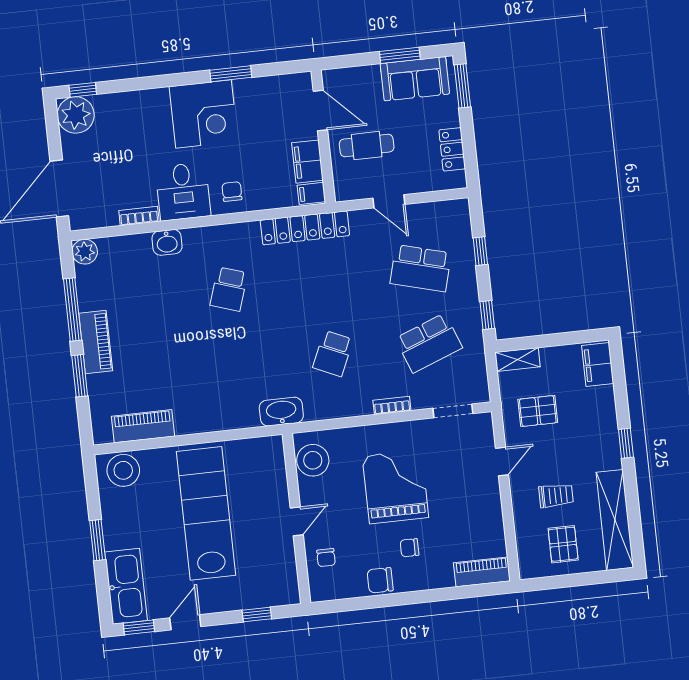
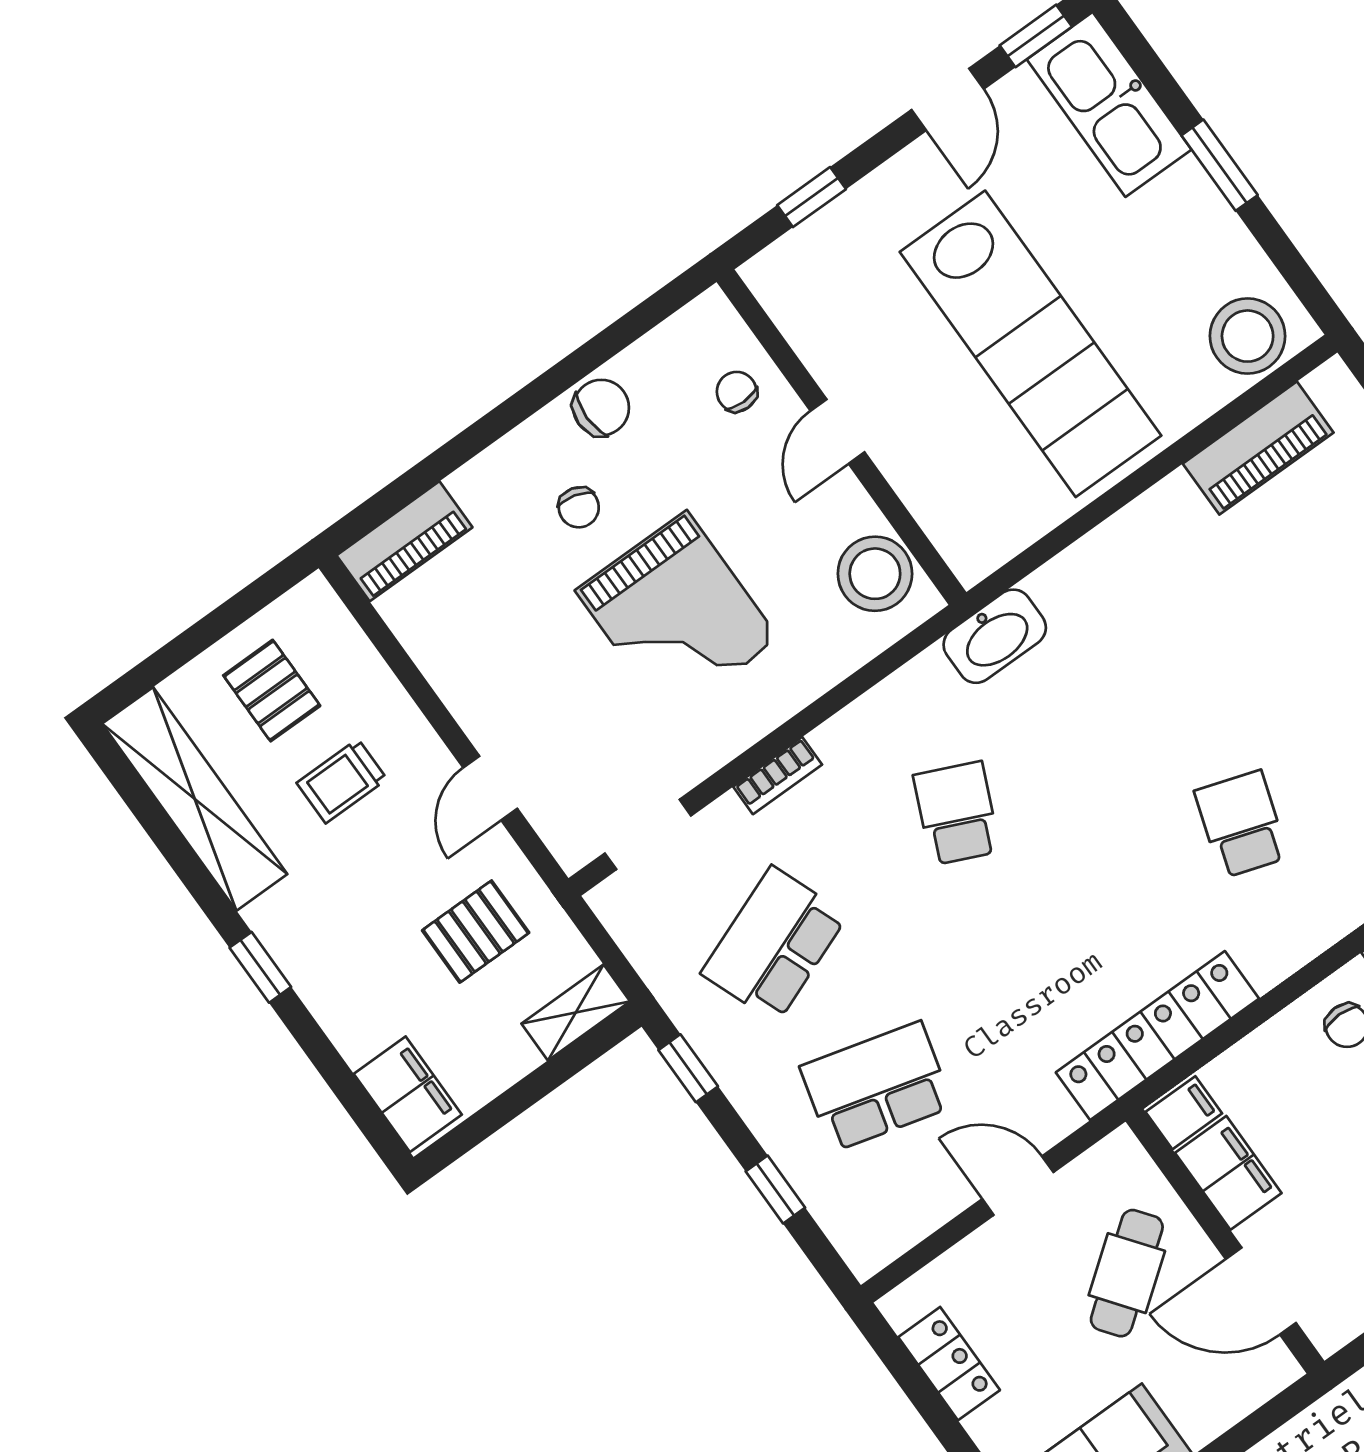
cafe table: (367, 146) -> (1127, 1273), turned -37
chair: (410, 548) -> (579, 507), turned 105

